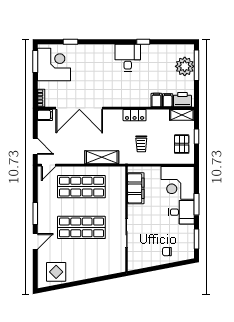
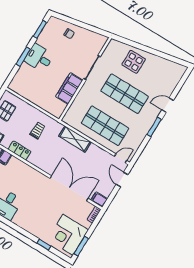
locker: (135, 115) -> (19, 151), moved
corner desk: (178, 183) -> (28, 82), removed
filing cabinet: (136, 188) -> (69, 88), moved
display table: (56, 272) -> (134, 62), moved

